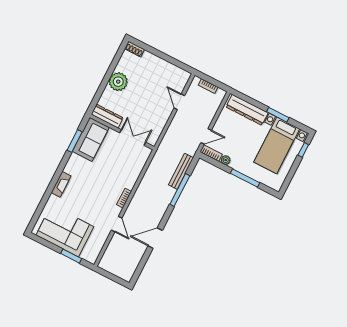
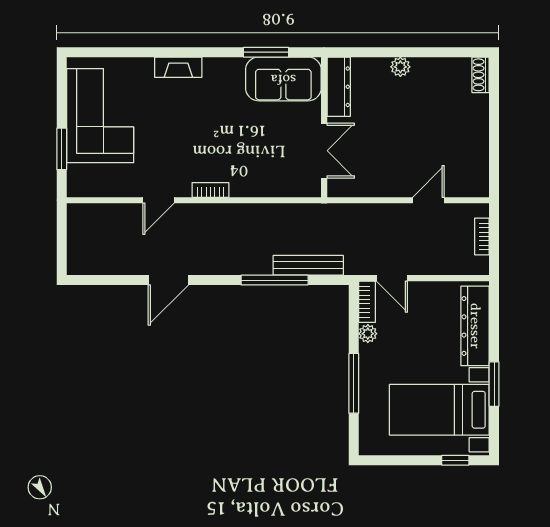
plant: (118, 82) -> (400, 67), width x0.53, depth x0.53
door: (155, 238) -> (168, 280), swing flipped

